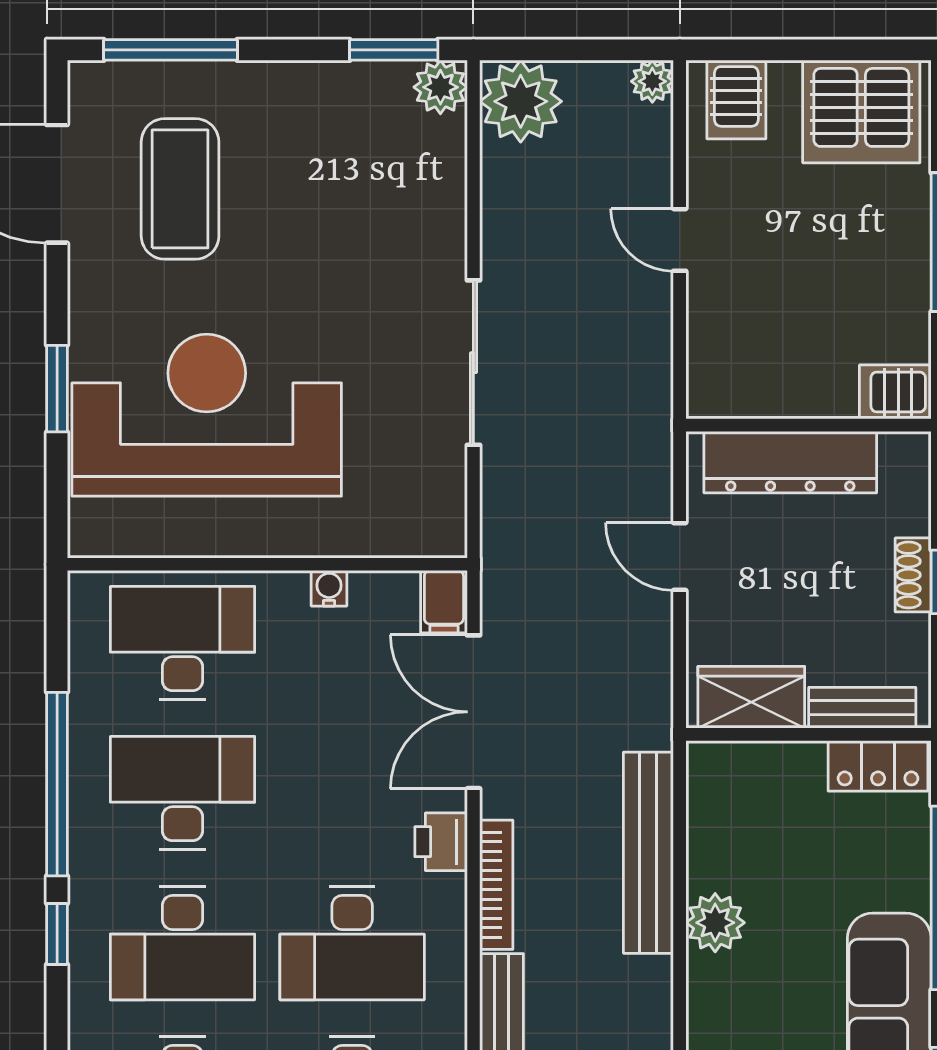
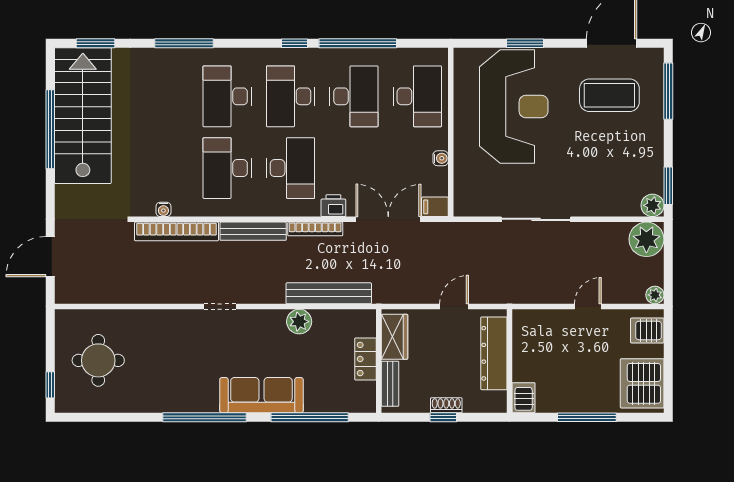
locker: (878, 766) -> (365, 359), moved
desk: (352, 943) -> (291, 168), turned 180

